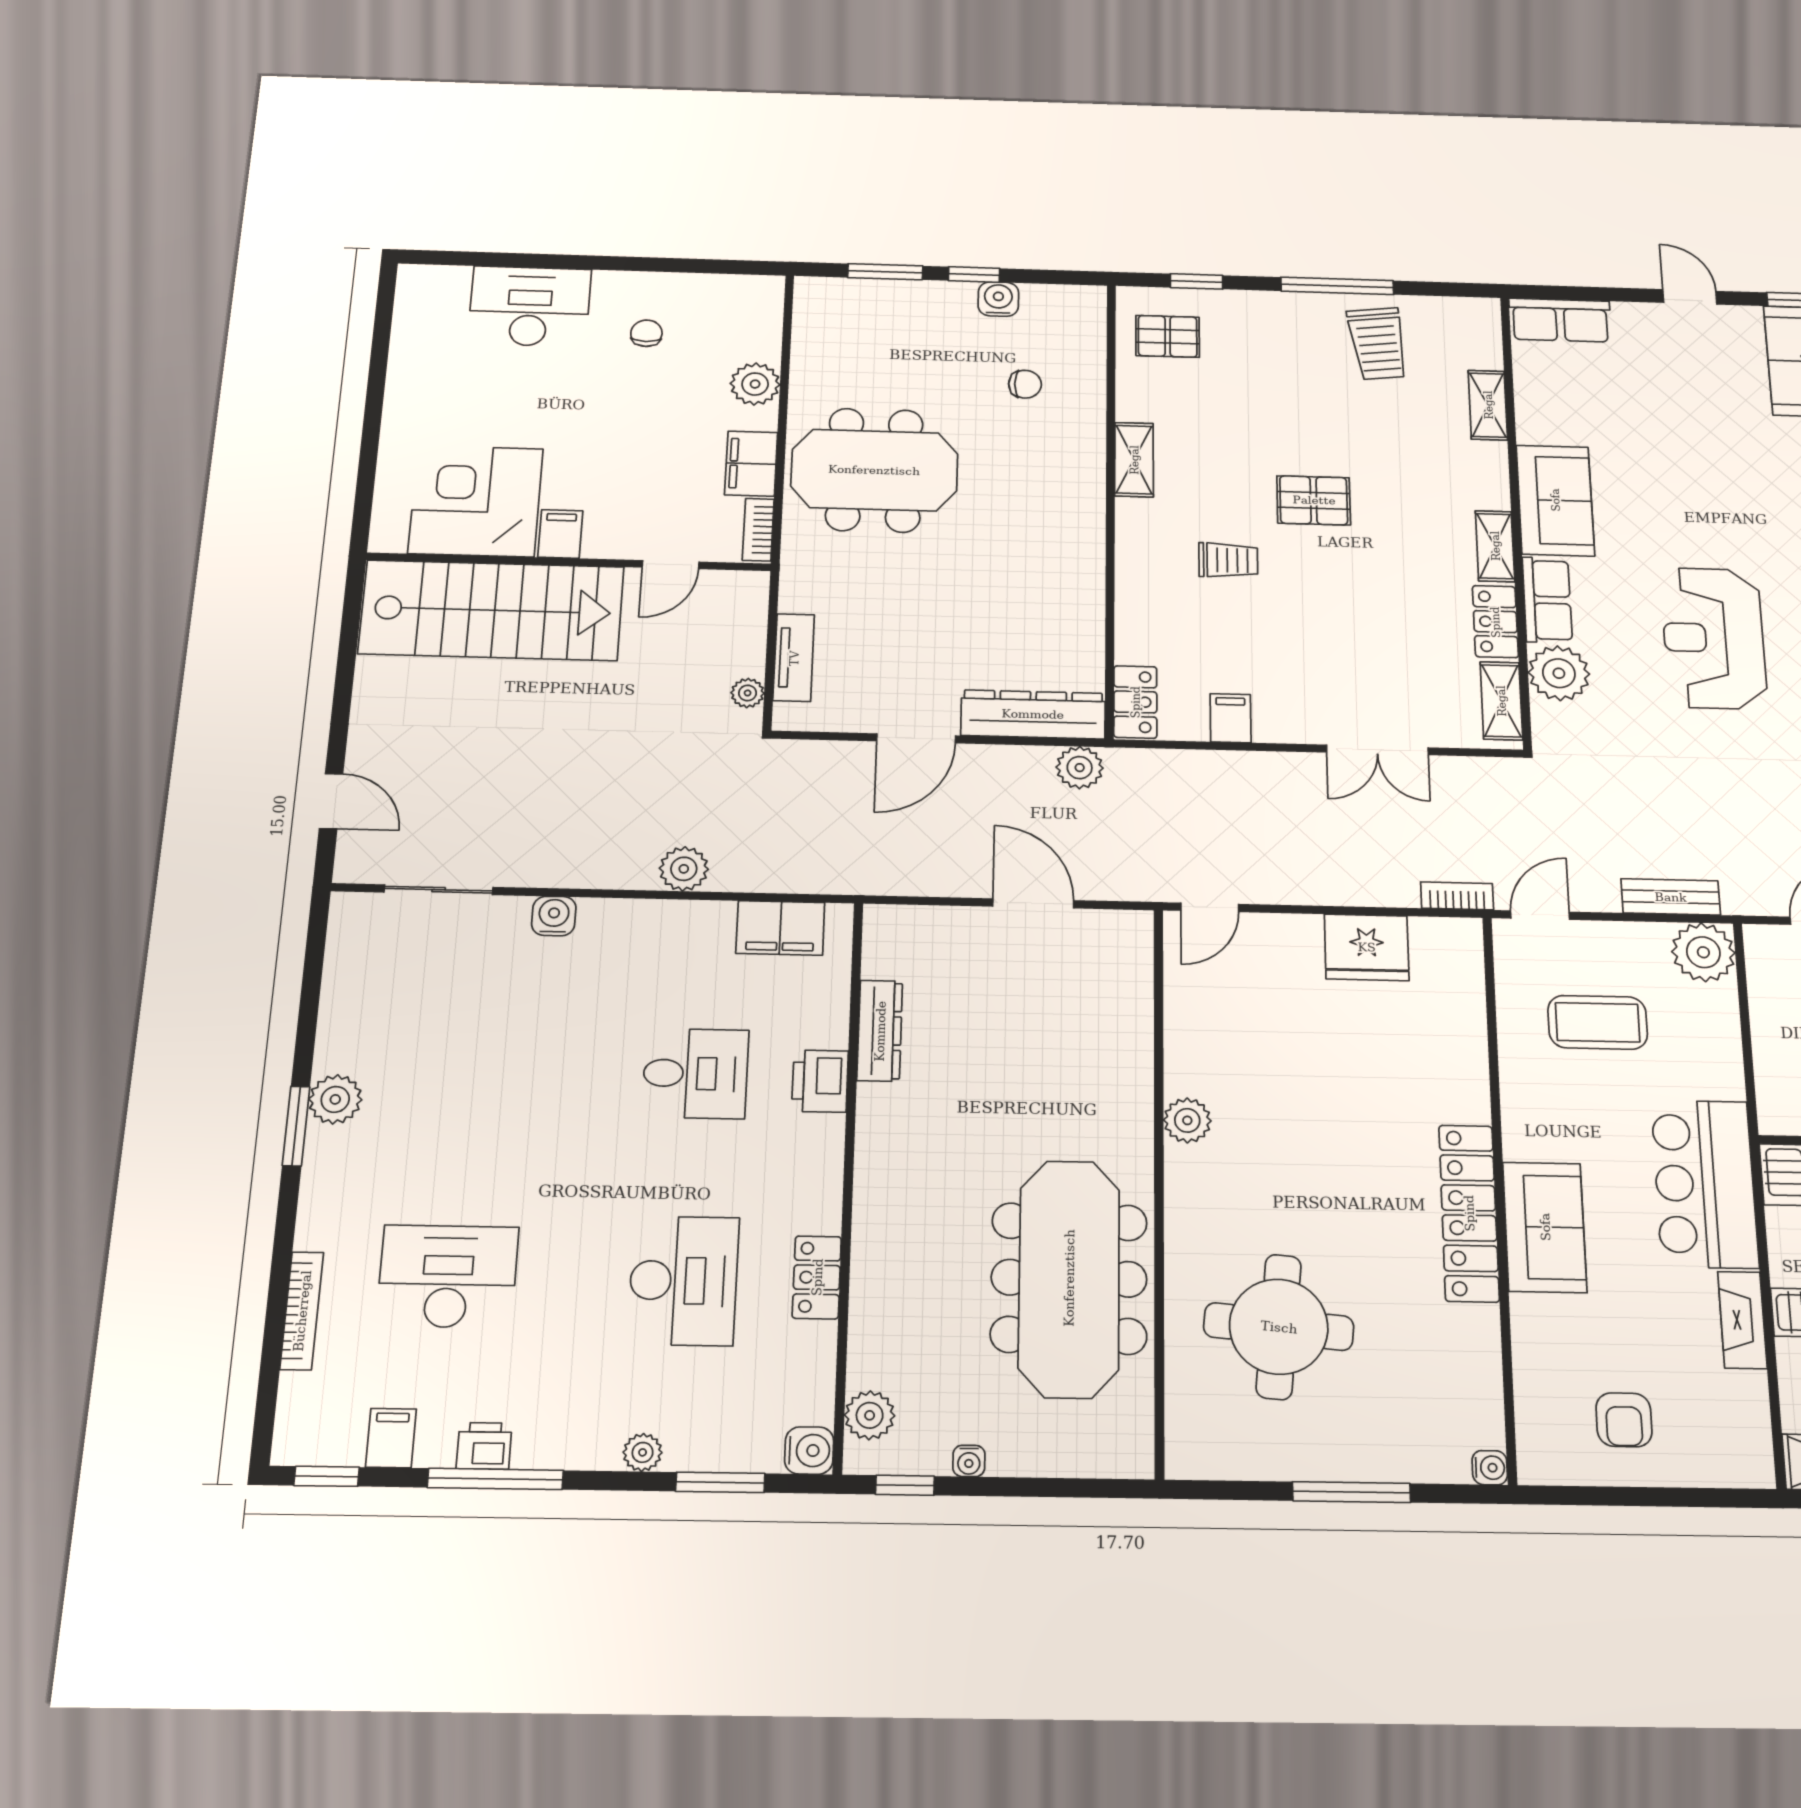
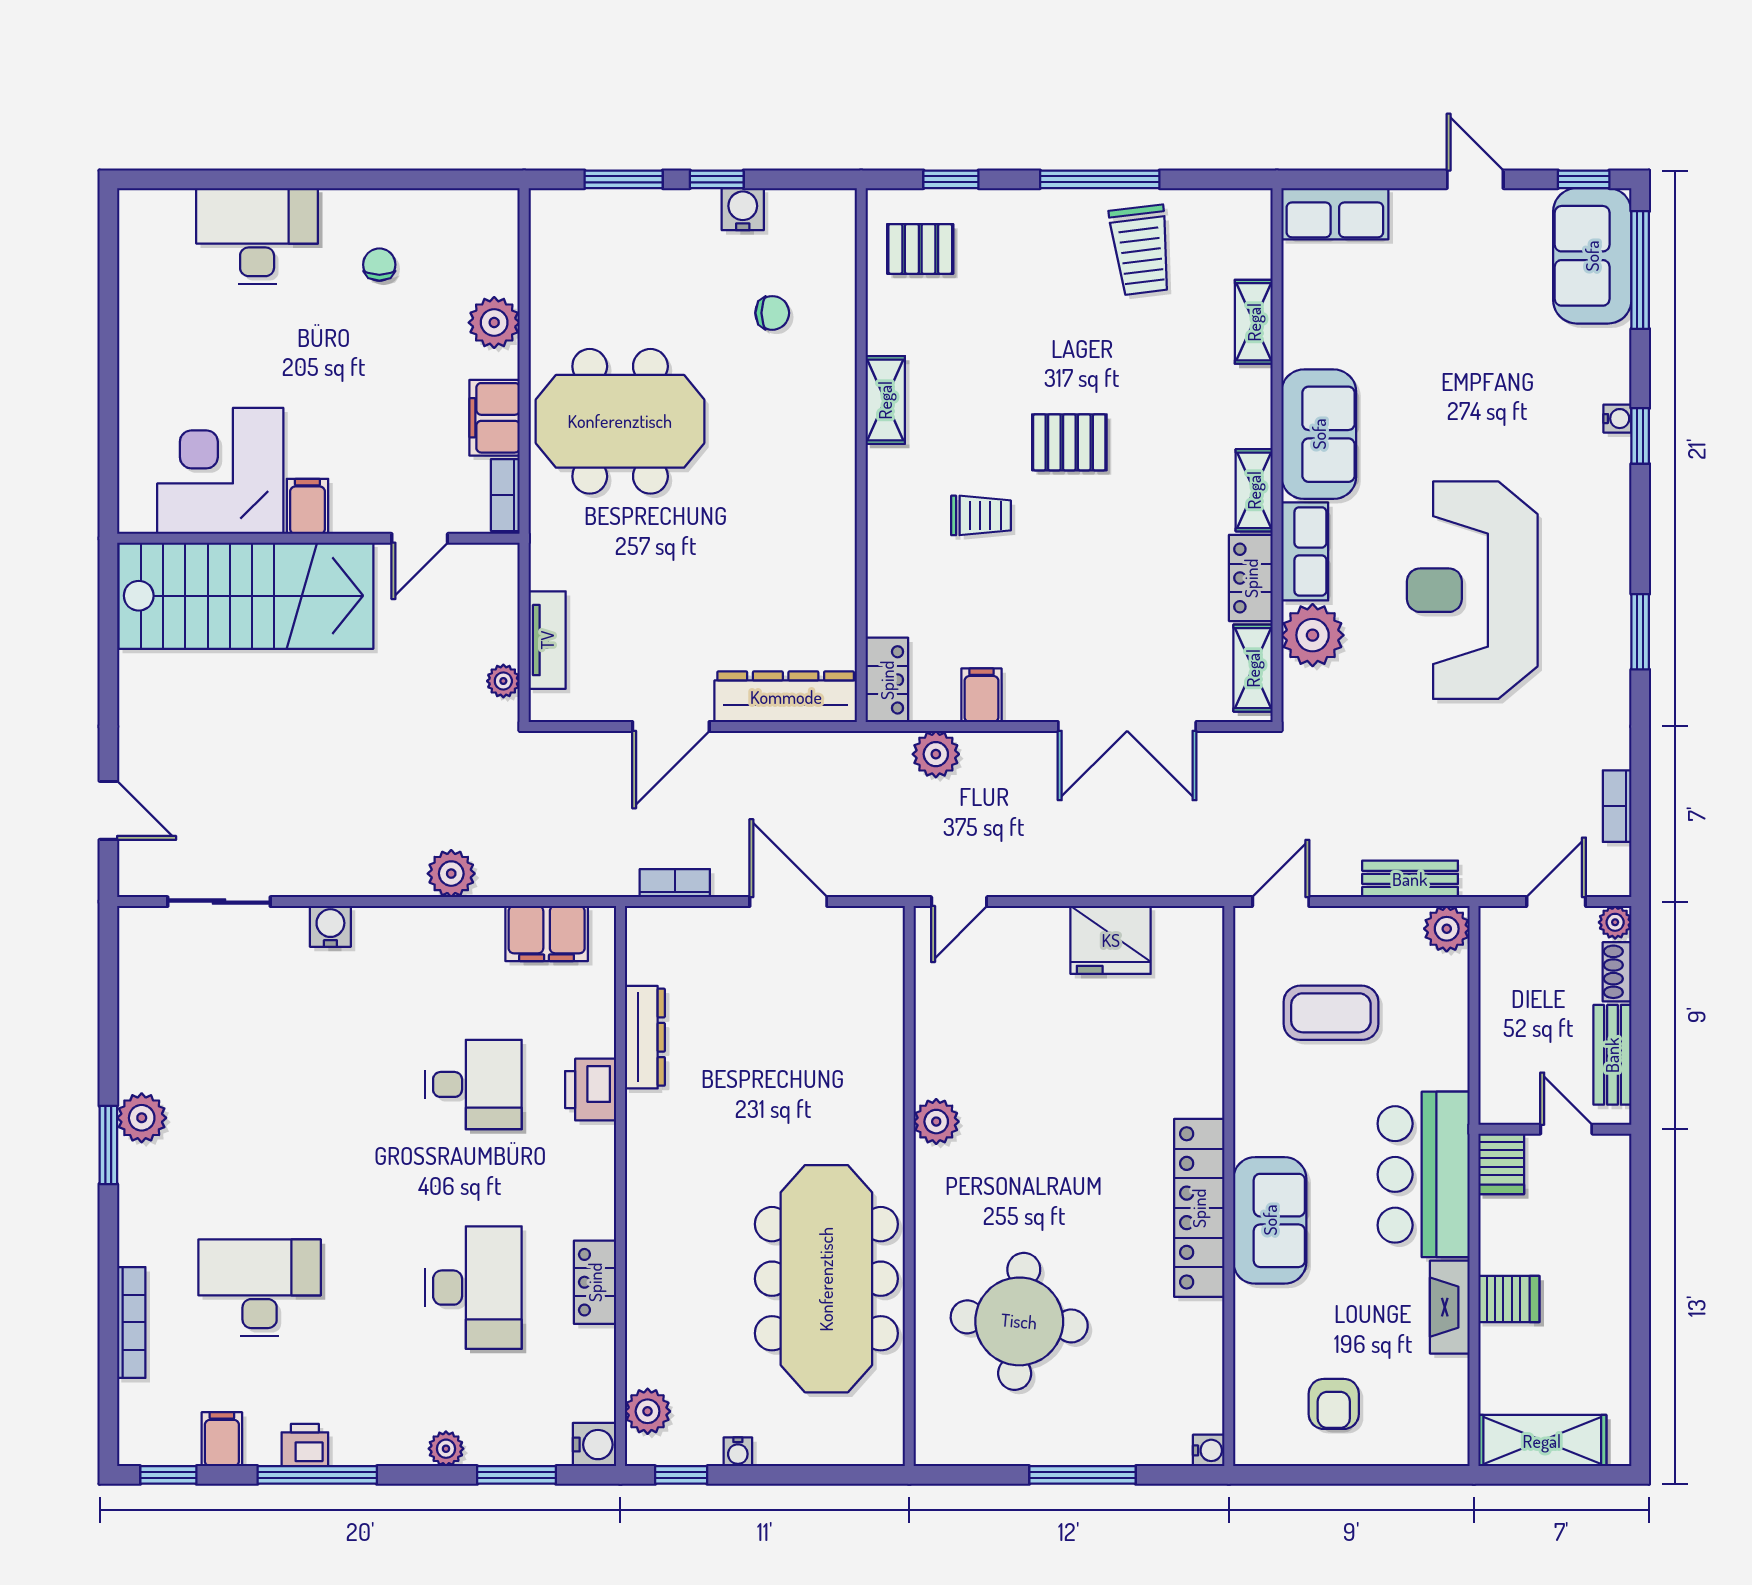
reception desk: (1714, 638) -> (1472, 590), width x1.36, depth x1.30
double door: (1378, 750) -> (1127, 726), width x1.37
plant: (1080, 768) -> (936, 754), moved
bookcase: (1457, 896) -> (675, 883), moved
plant: (1703, 952) -> (1447, 929), width x0.73, depth x0.73

